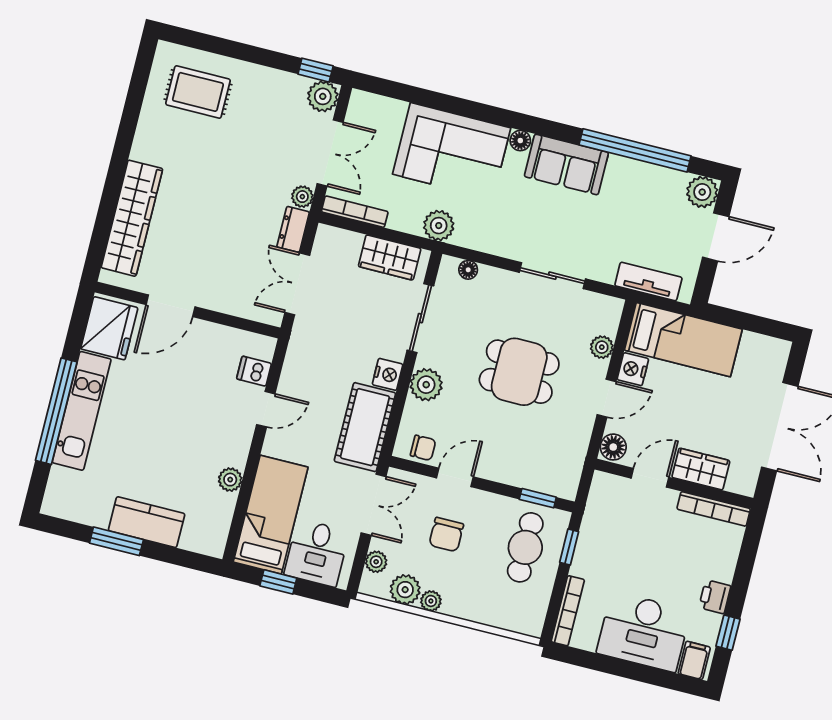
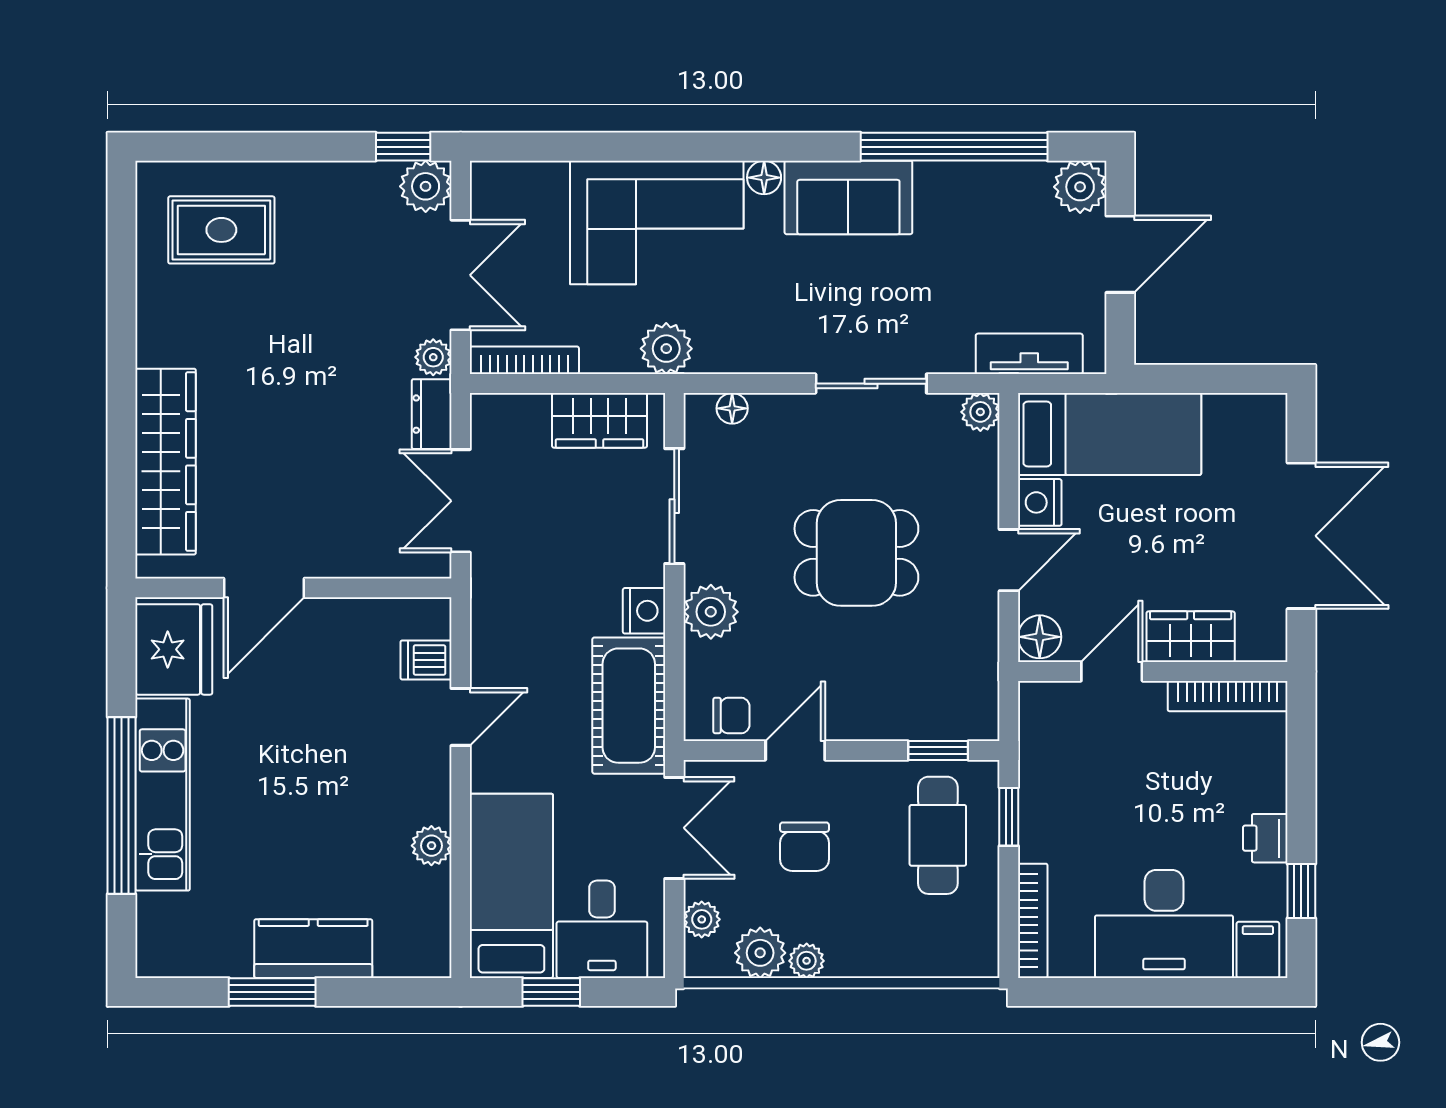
plant: (602, 347) -> (980, 412), moved

